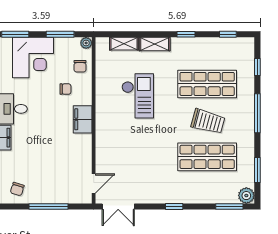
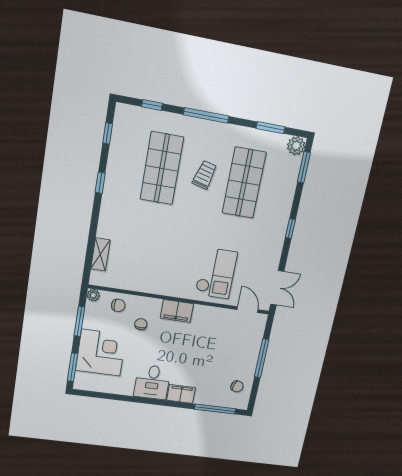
shelving: (155, 44) -> (106, 220), removed
checkout: (138, 96) -> (216, 273), moved, turned 90
trolley: (208, 121) -> (205, 175), width x0.73, depth x0.72

